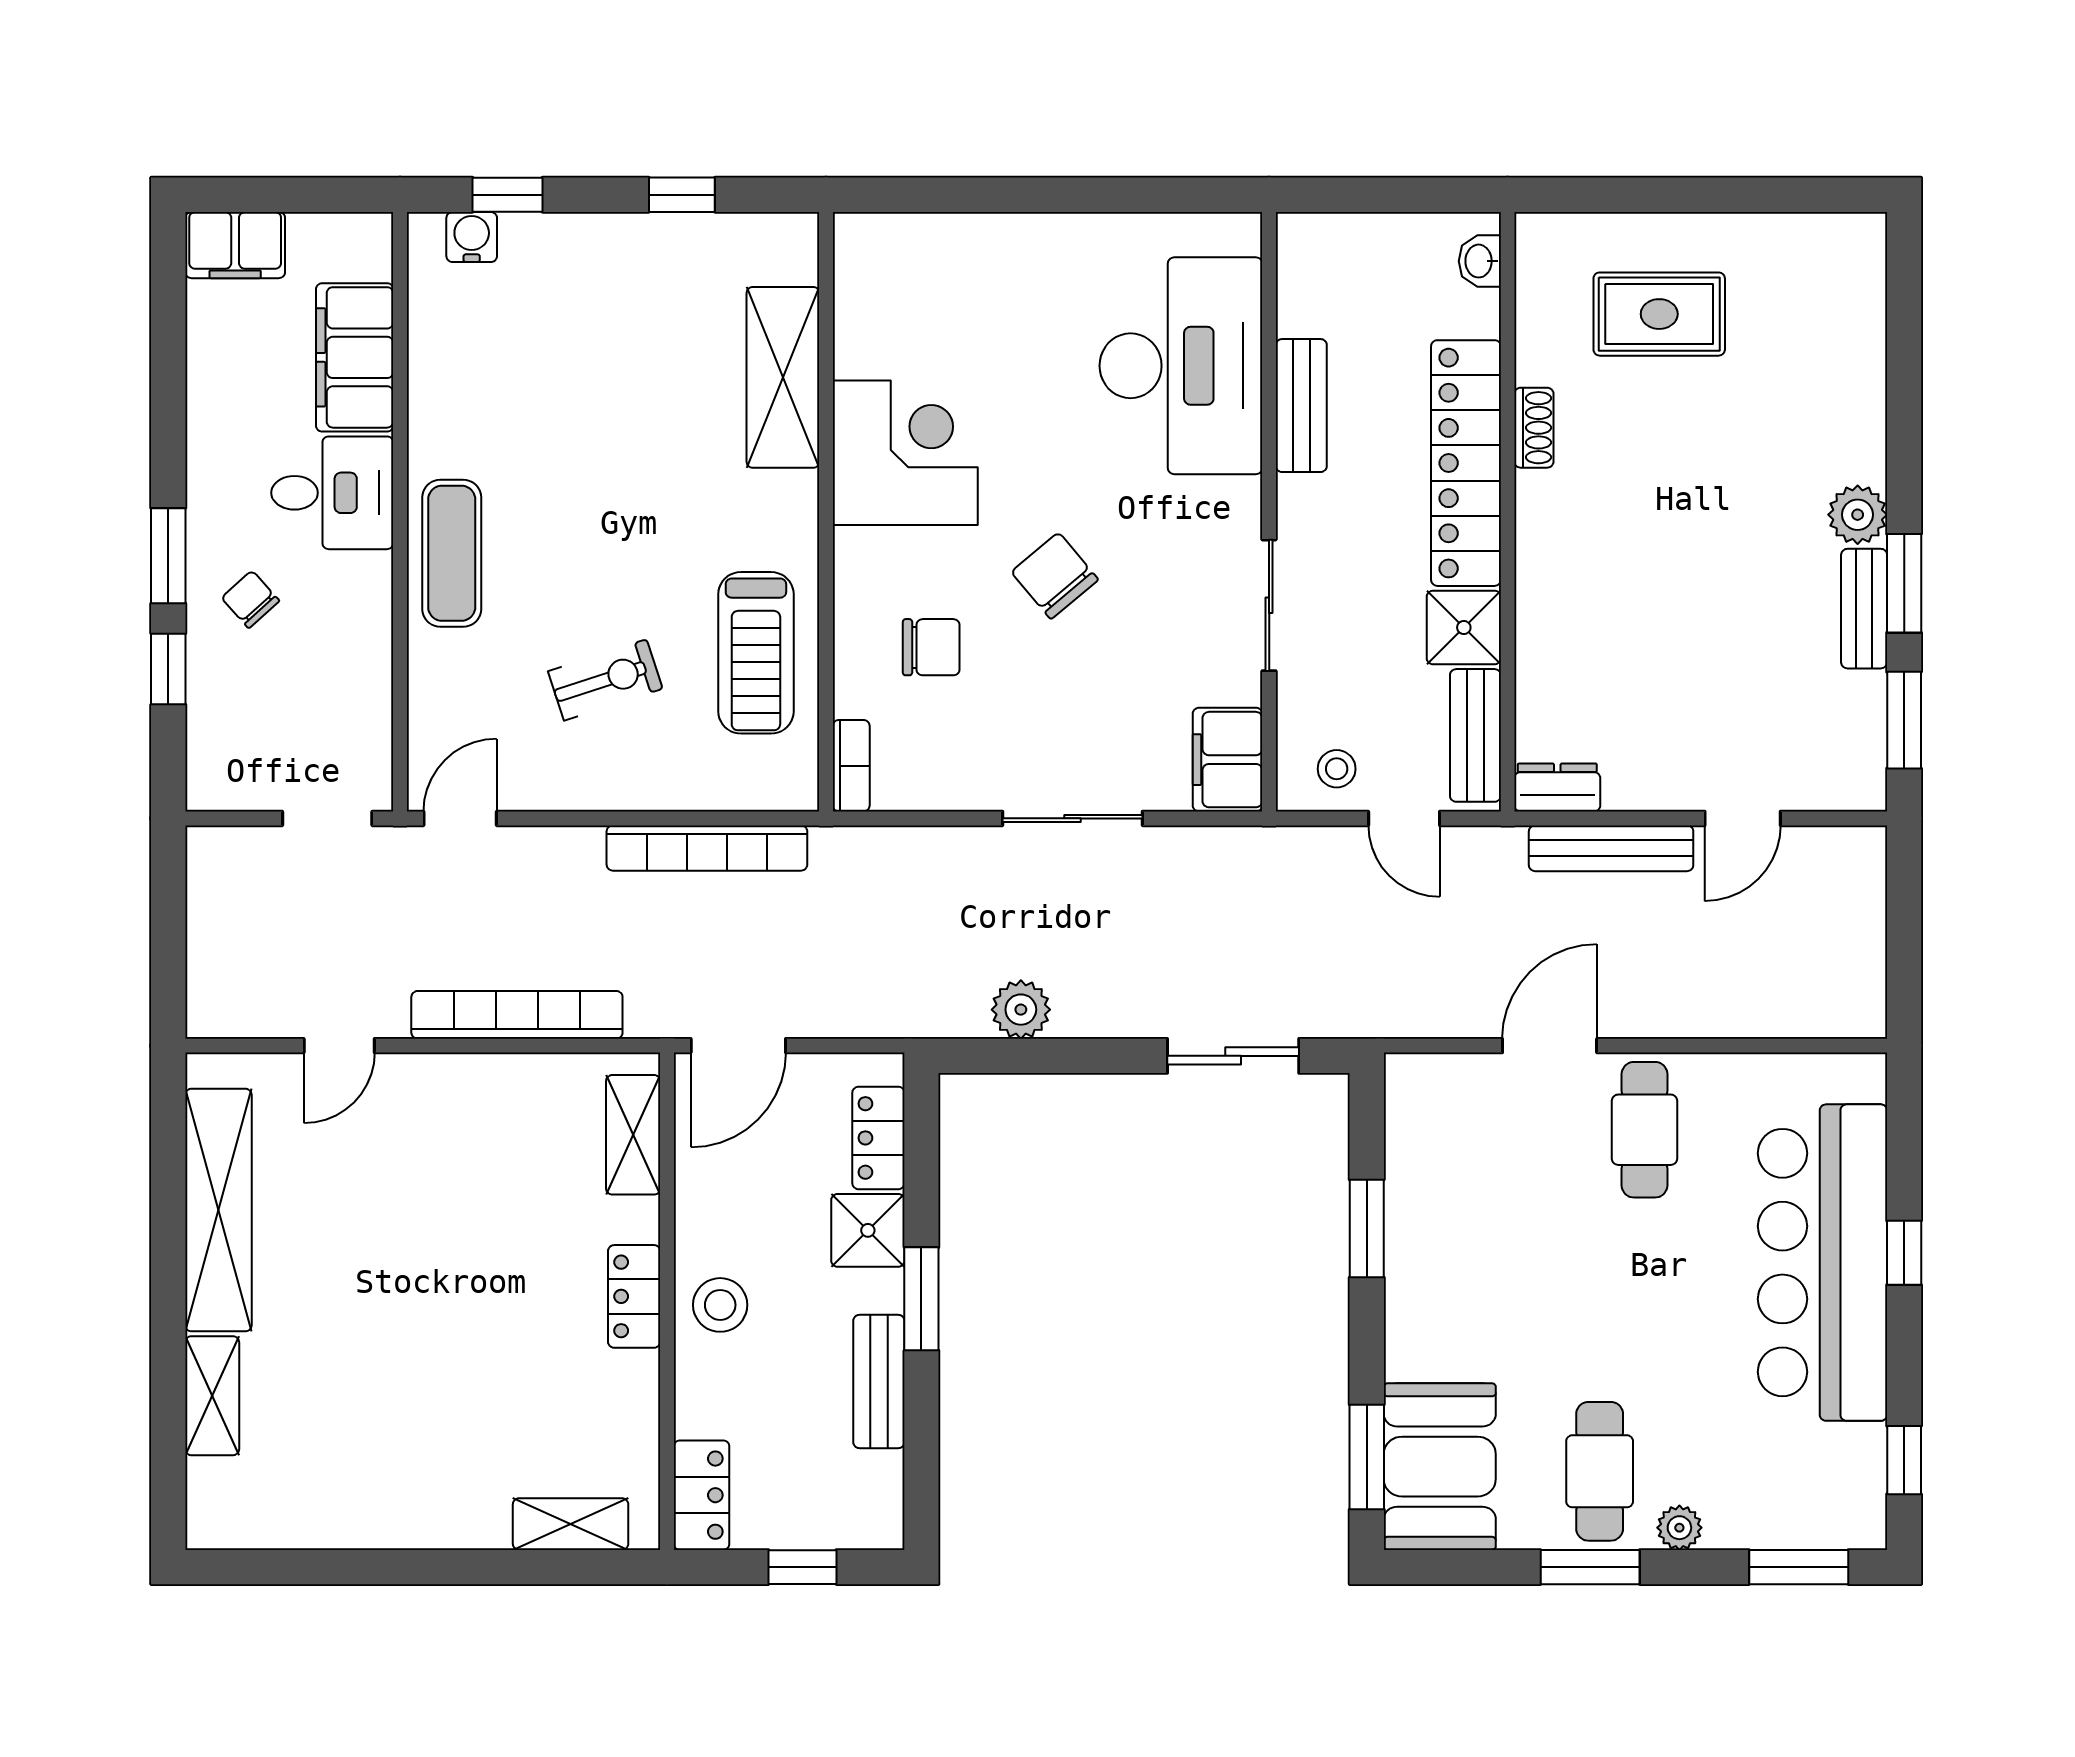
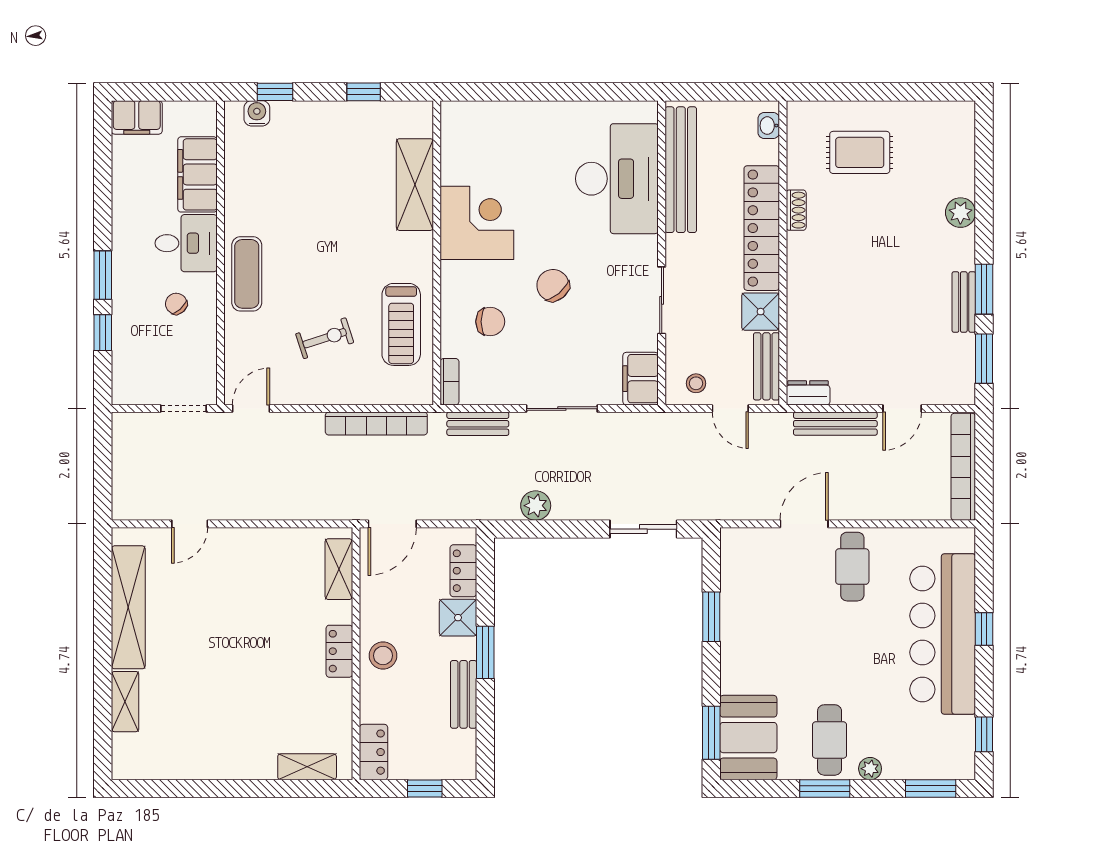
bench: (1301, 406) -> (681, 170), width x1.86, depth x1.21
plant: (1858, 515) -> (960, 213), moved
chair: (250, 599) -> (176, 304), moved
bench: (907, 848) -> (478, 424), added
bookcase: (517, 1015) -> (963, 467), moved, turned -90

